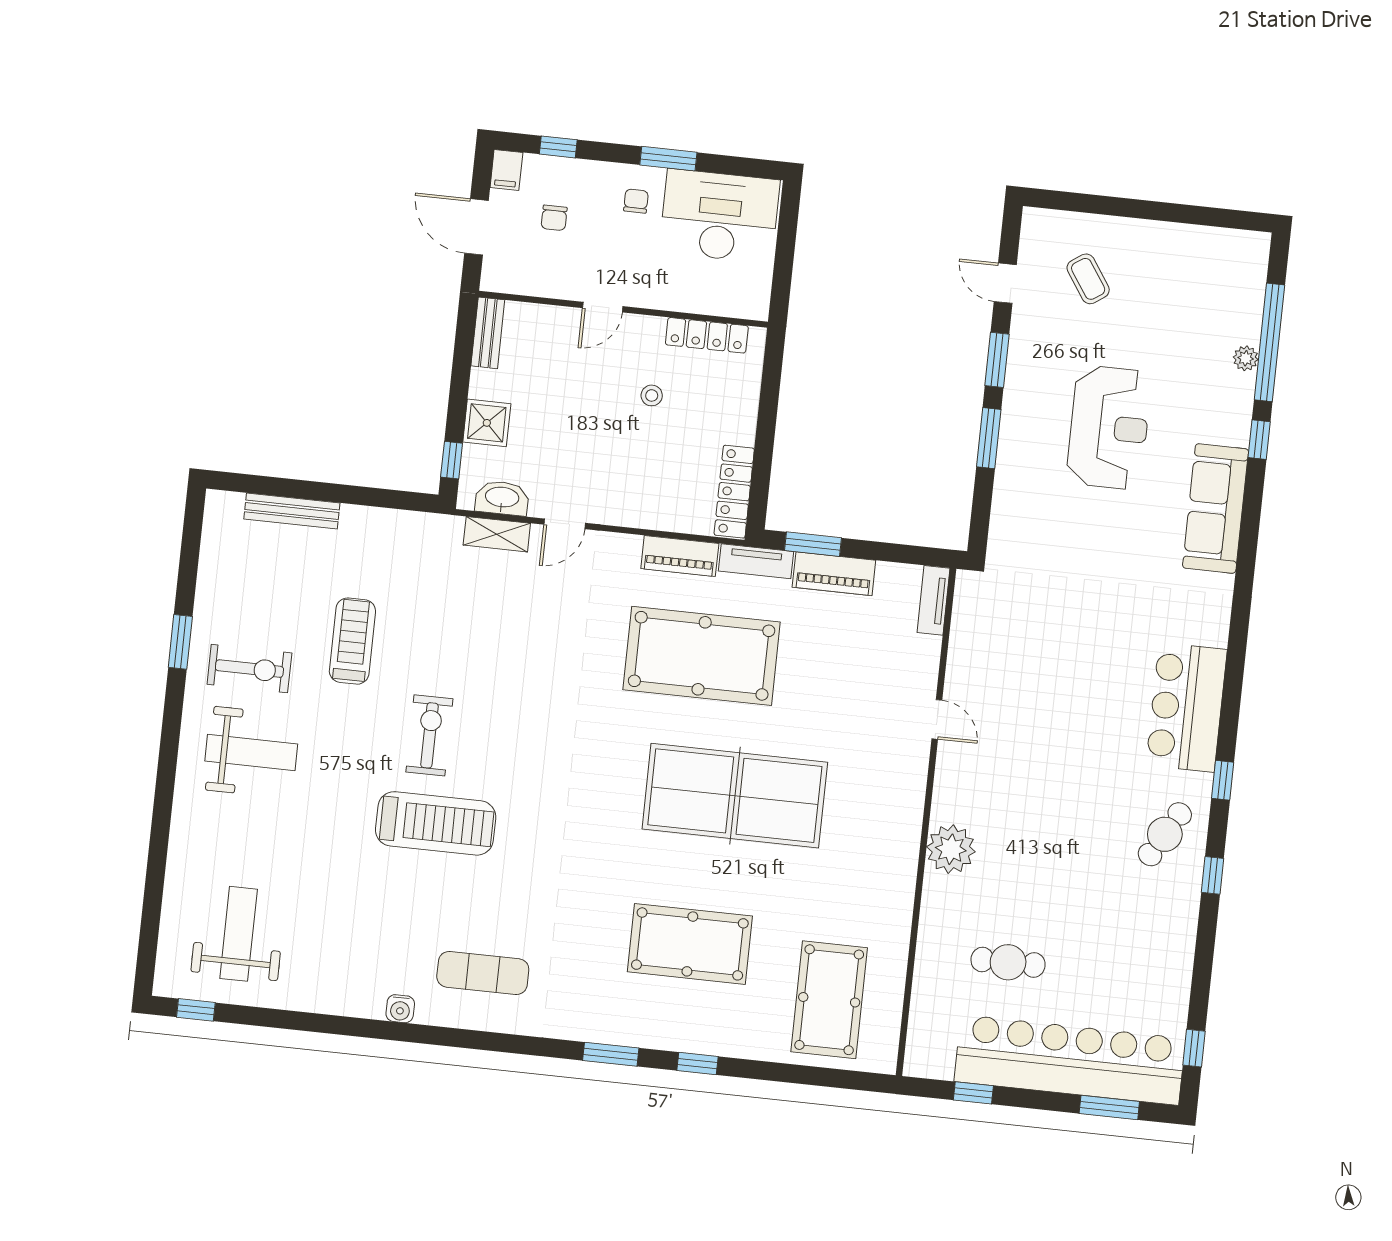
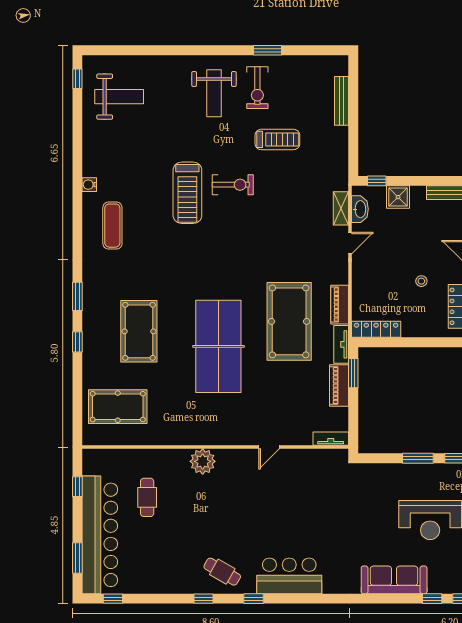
door: (565, 524) -> (350, 243), swing flipped

